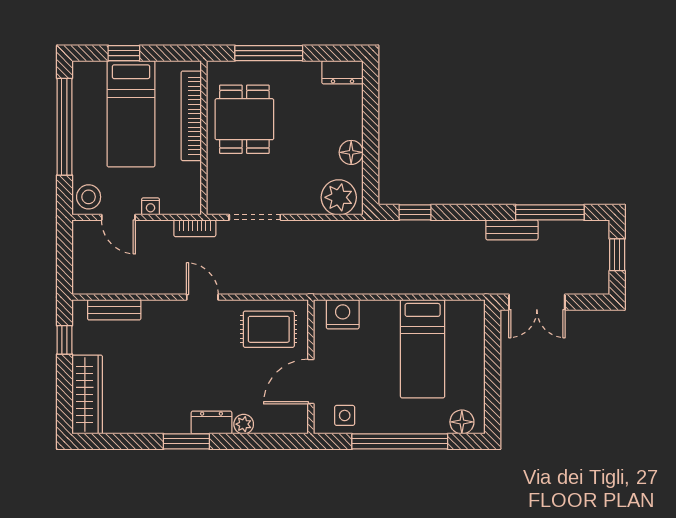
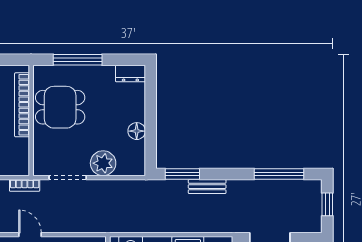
dining table: (244, 119) -> (60, 107), turned 90
plant: (339, 197) -> (103, 163), moved
window: (415, 212) -> (182, 174), width x1.50
bench: (512, 230) -> (207, 187), moved

